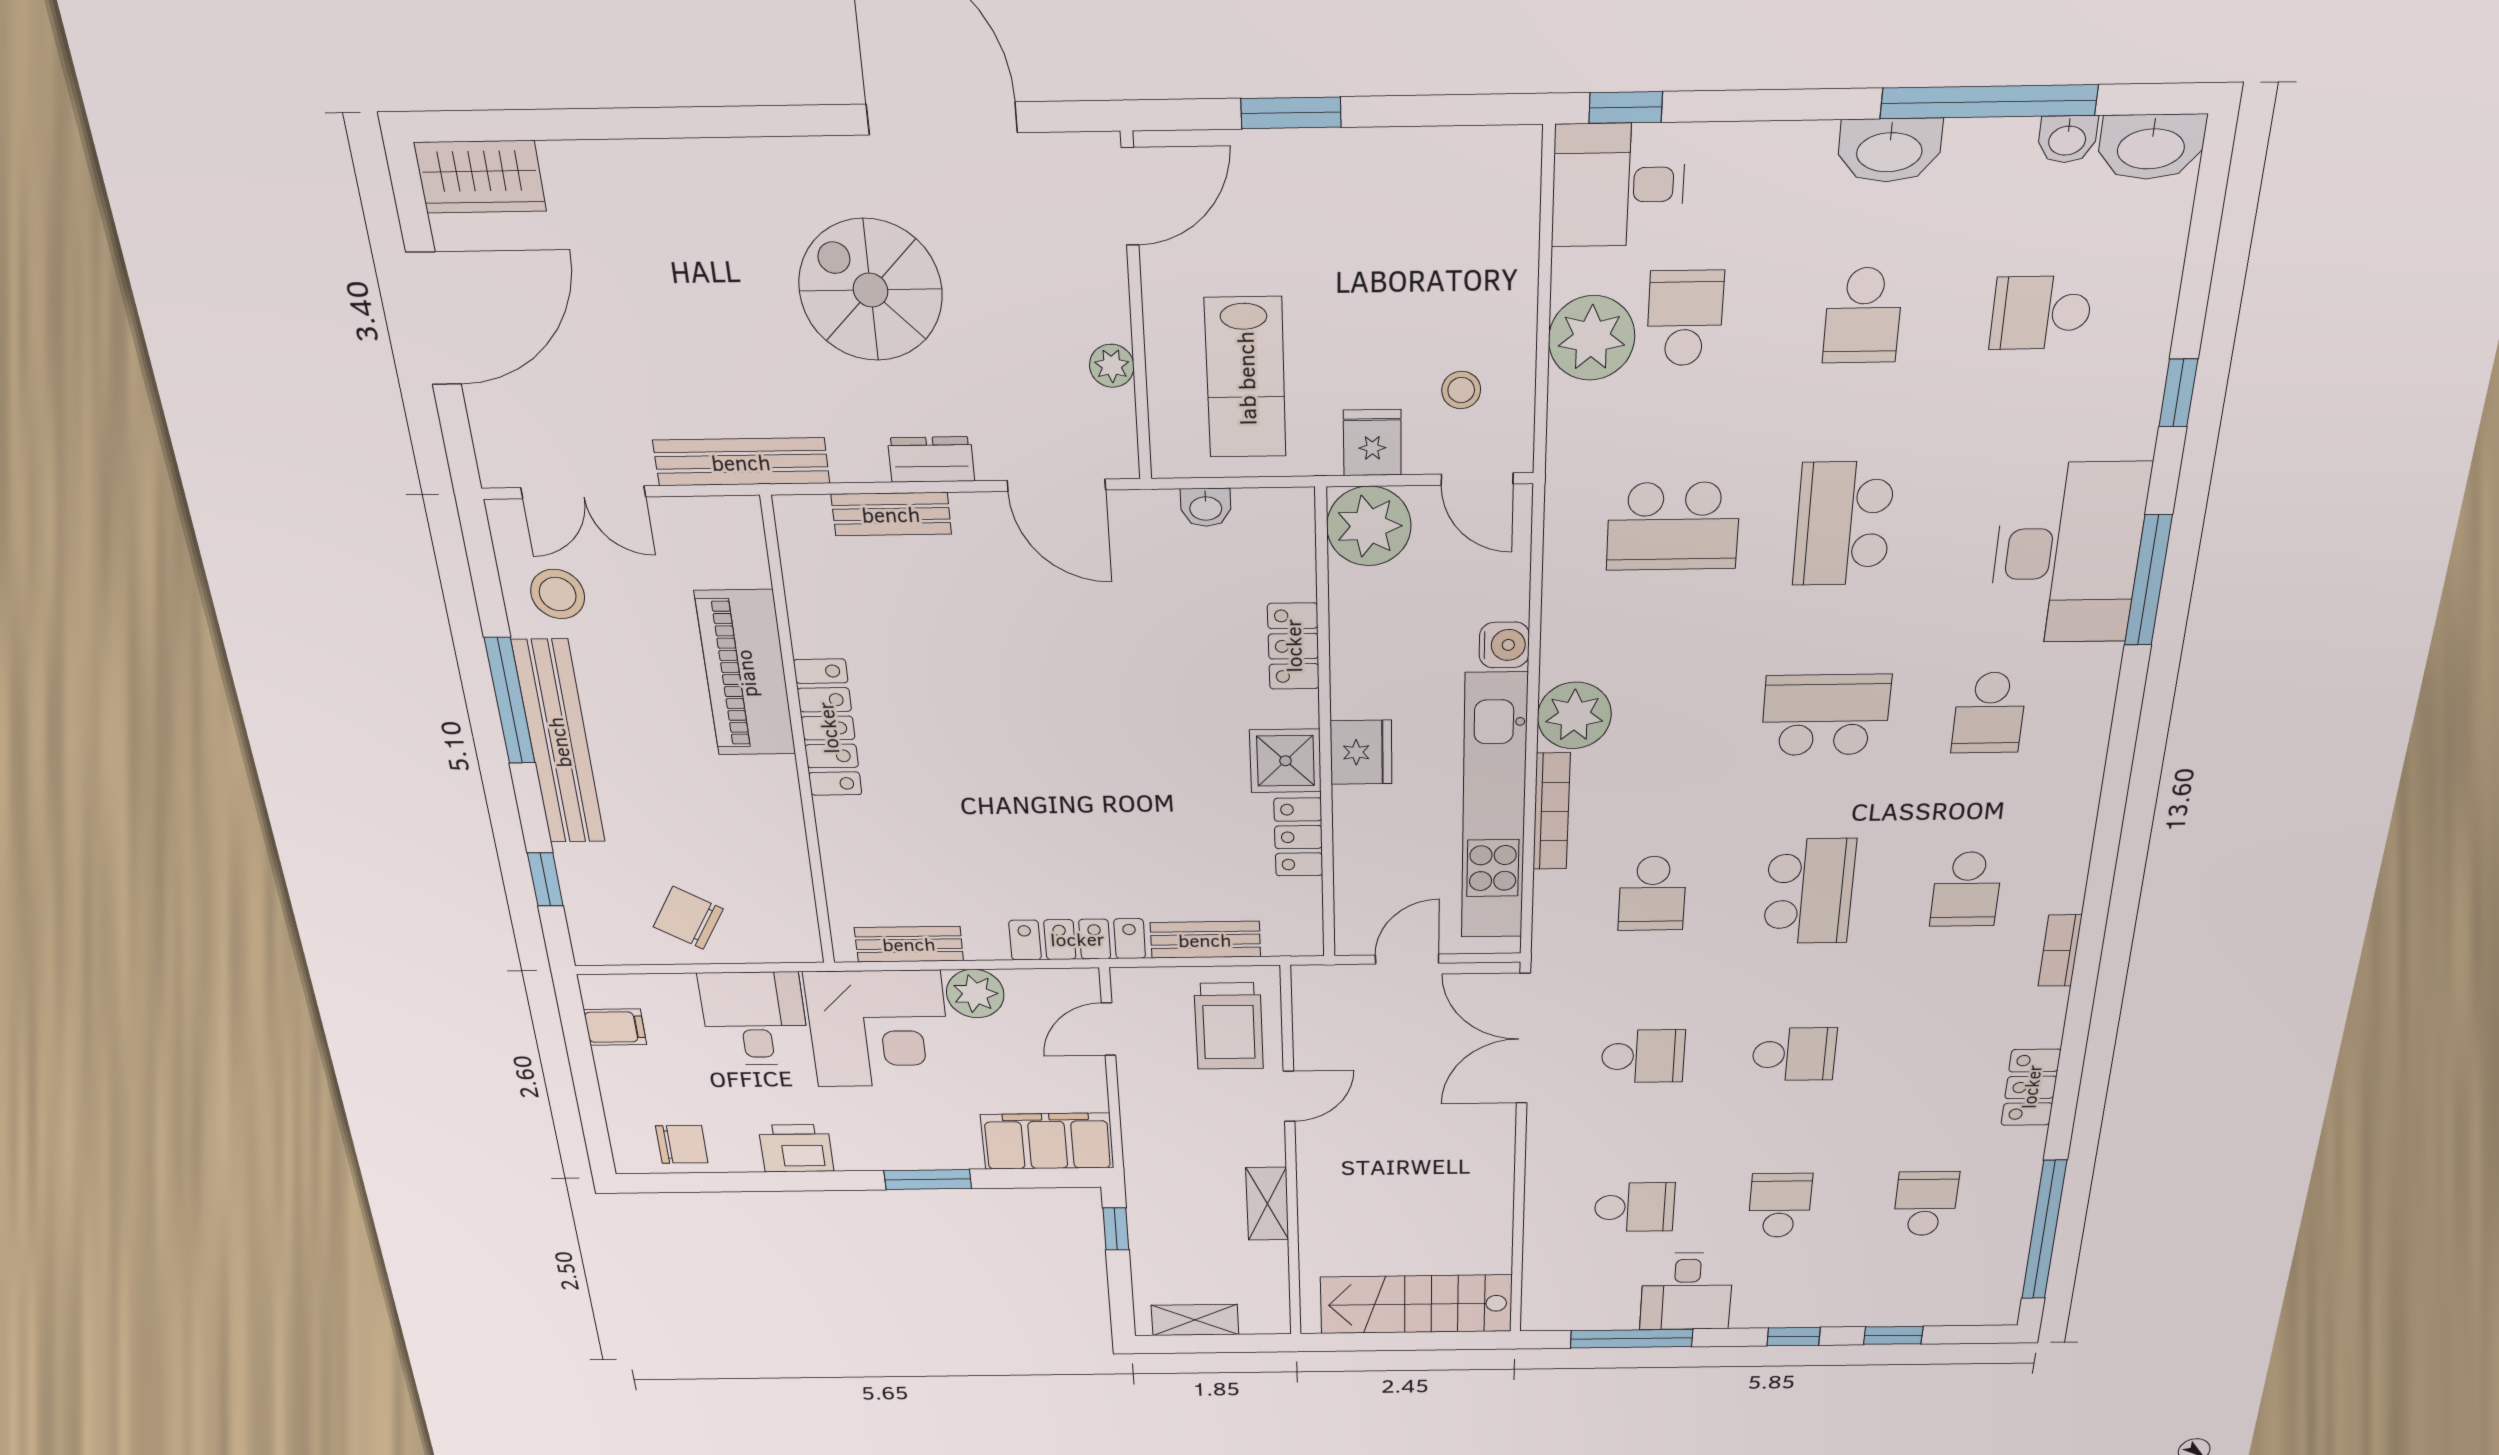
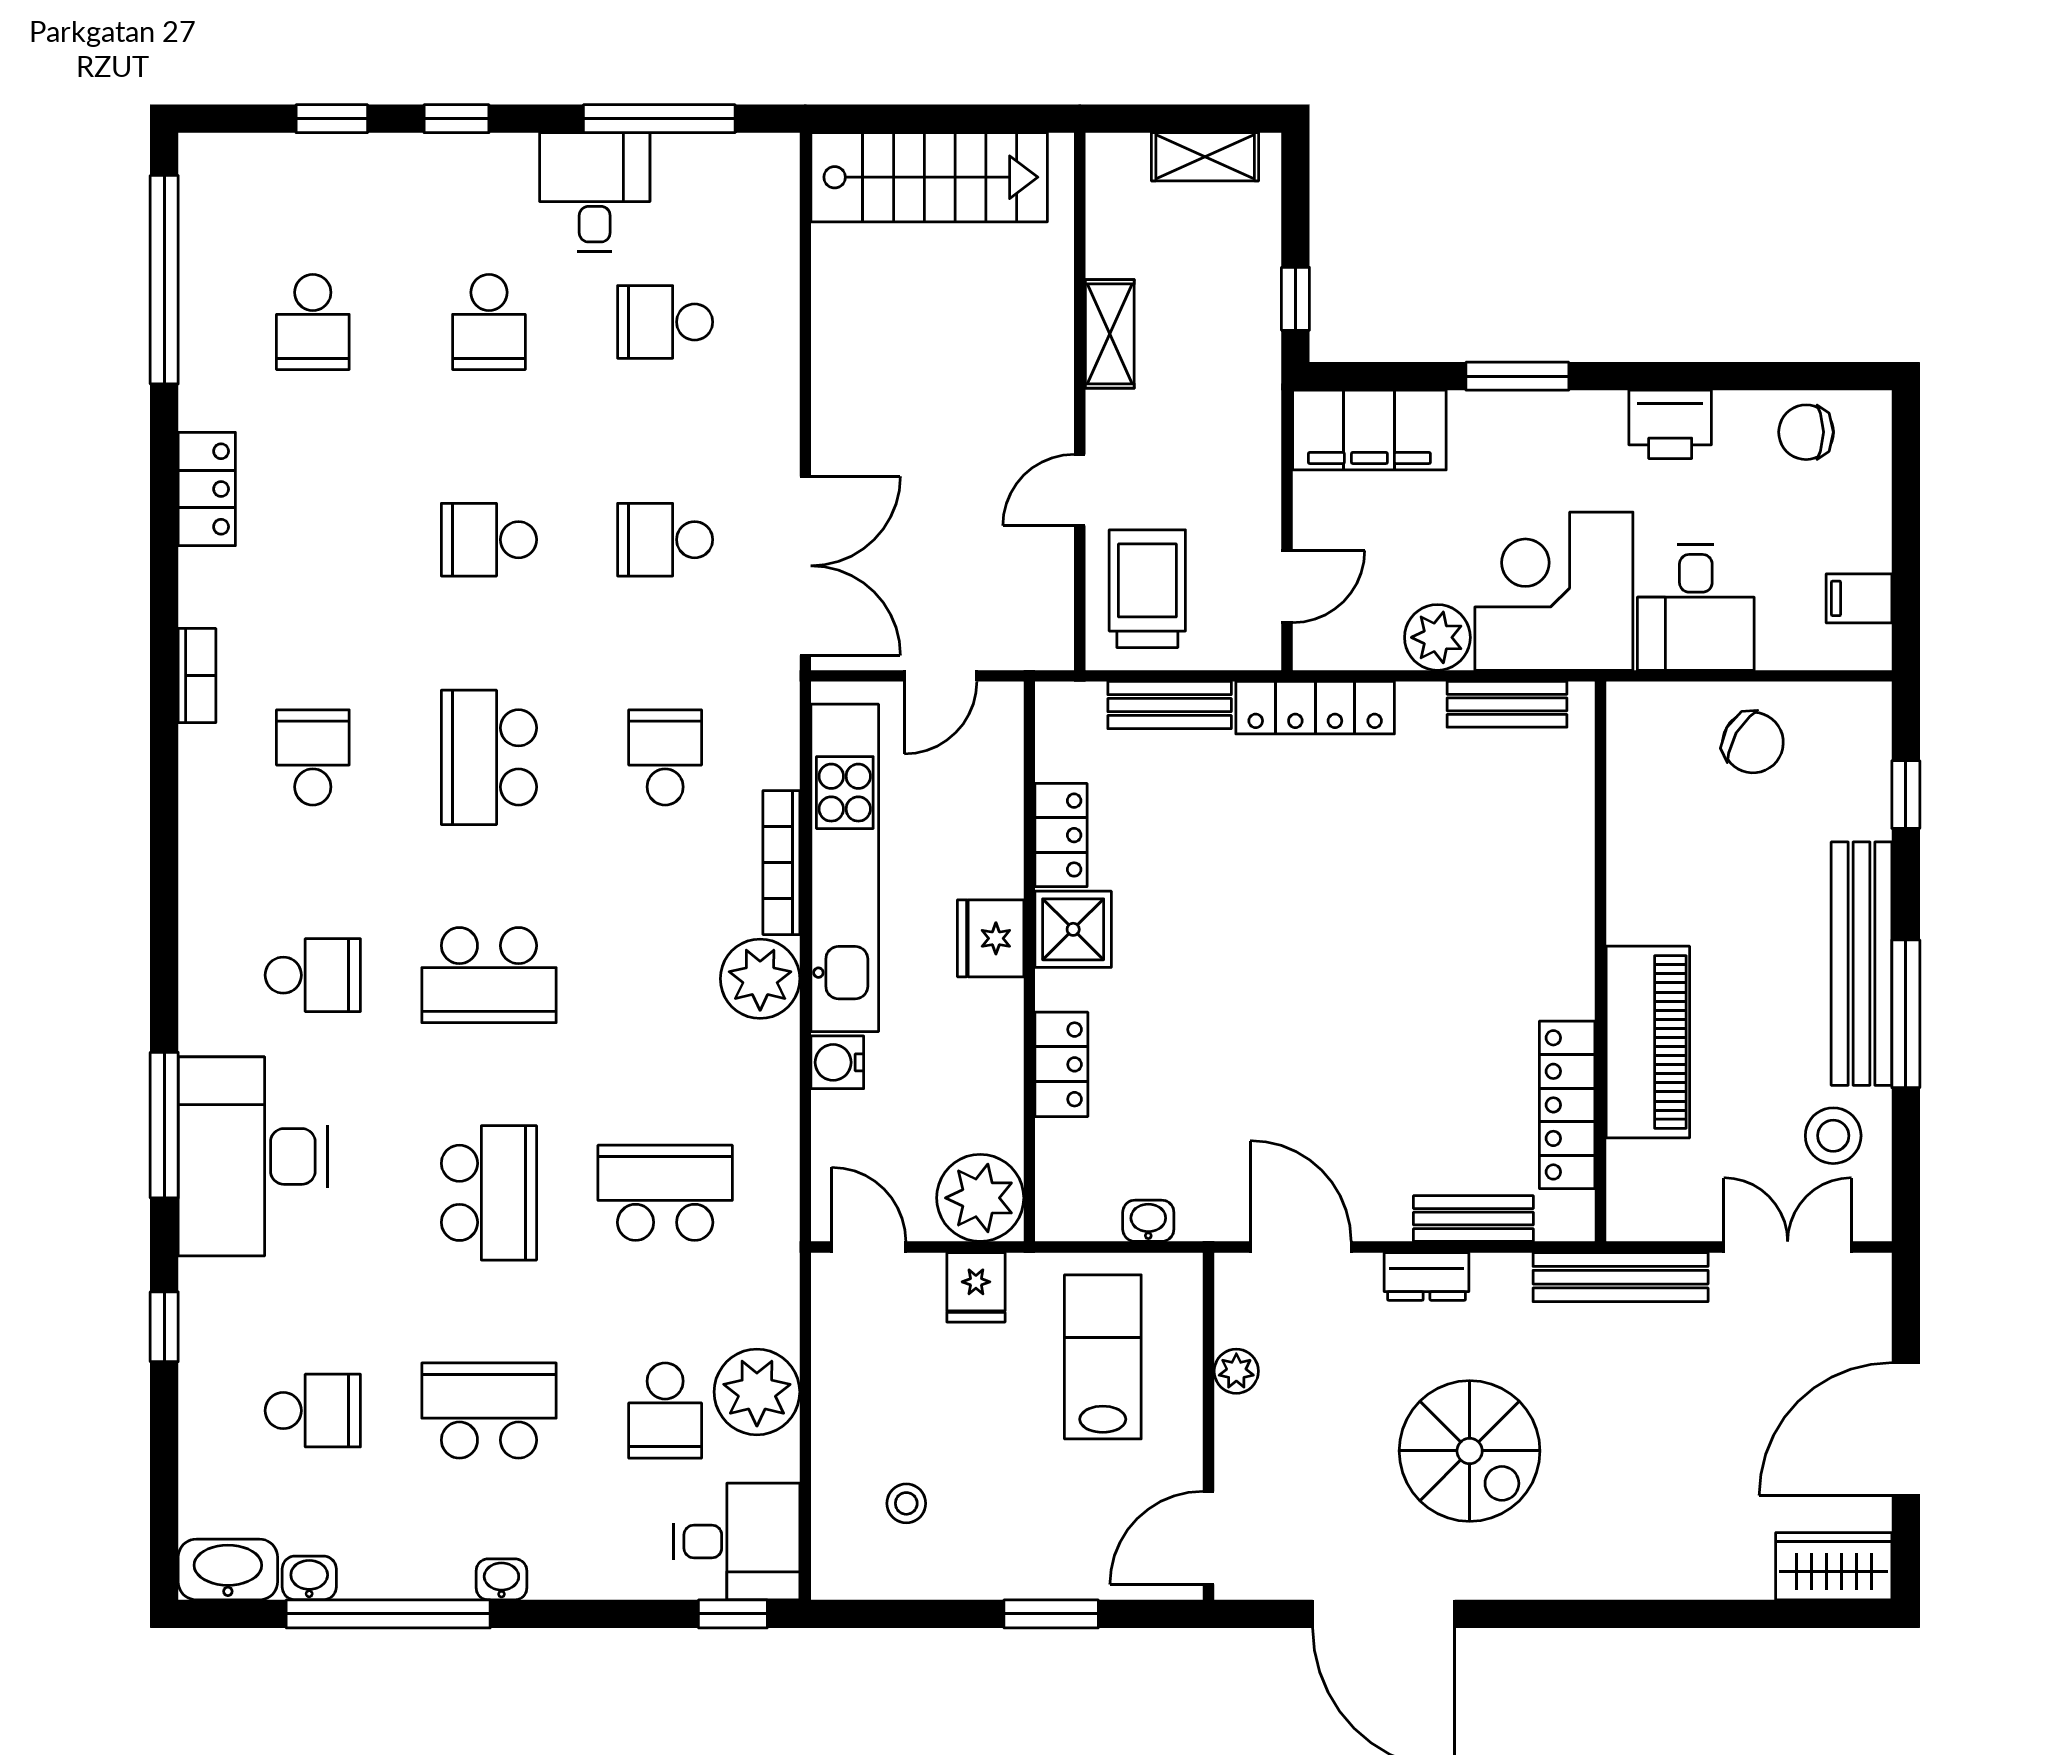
washbasin: (1889, 150) -> (501, 1579), width x0.52, depth x0.69
school desk: (1863, 315) -> (489, 1411), width x1.85
stool: (1461, 390) -> (906, 1503), moved
school desk: (1989, 713) -> (313, 975), turned 90
locker: (828, 728) -> (1567, 1105), moved

